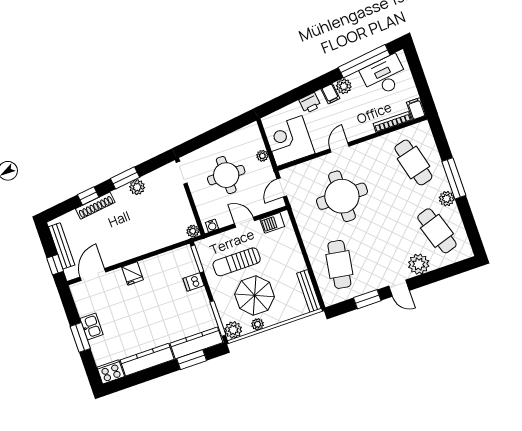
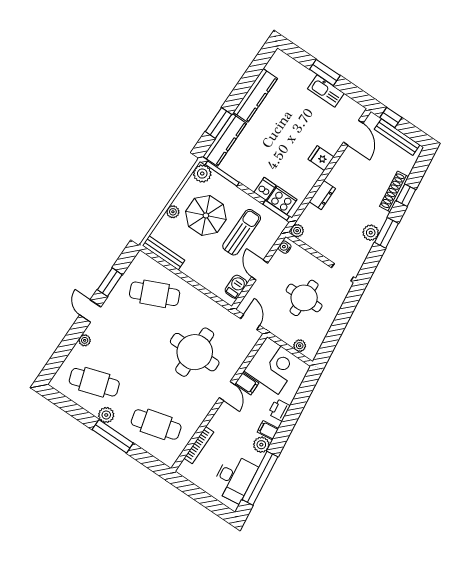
filing cabinet: (416, 109) -> (247, 384), moved
plant: (262, 156) -> (300, 346), moved
door: (244, 222) -> (260, 270), swing flipped
dresser: (153, 244) -> (322, 195), added
cafe table: (339, 264) -> (155, 294), turned -33
plant: (419, 264) -> (85, 340), width x0.53, depth x0.53
door: (399, 288) -> (90, 311), hinge flipped
plant: (258, 324) -> (173, 212), moved
kitchen sink: (92, 327) -> (326, 91), width x1.38
cooker: (111, 372) -> (282, 200), moved, turned -90

